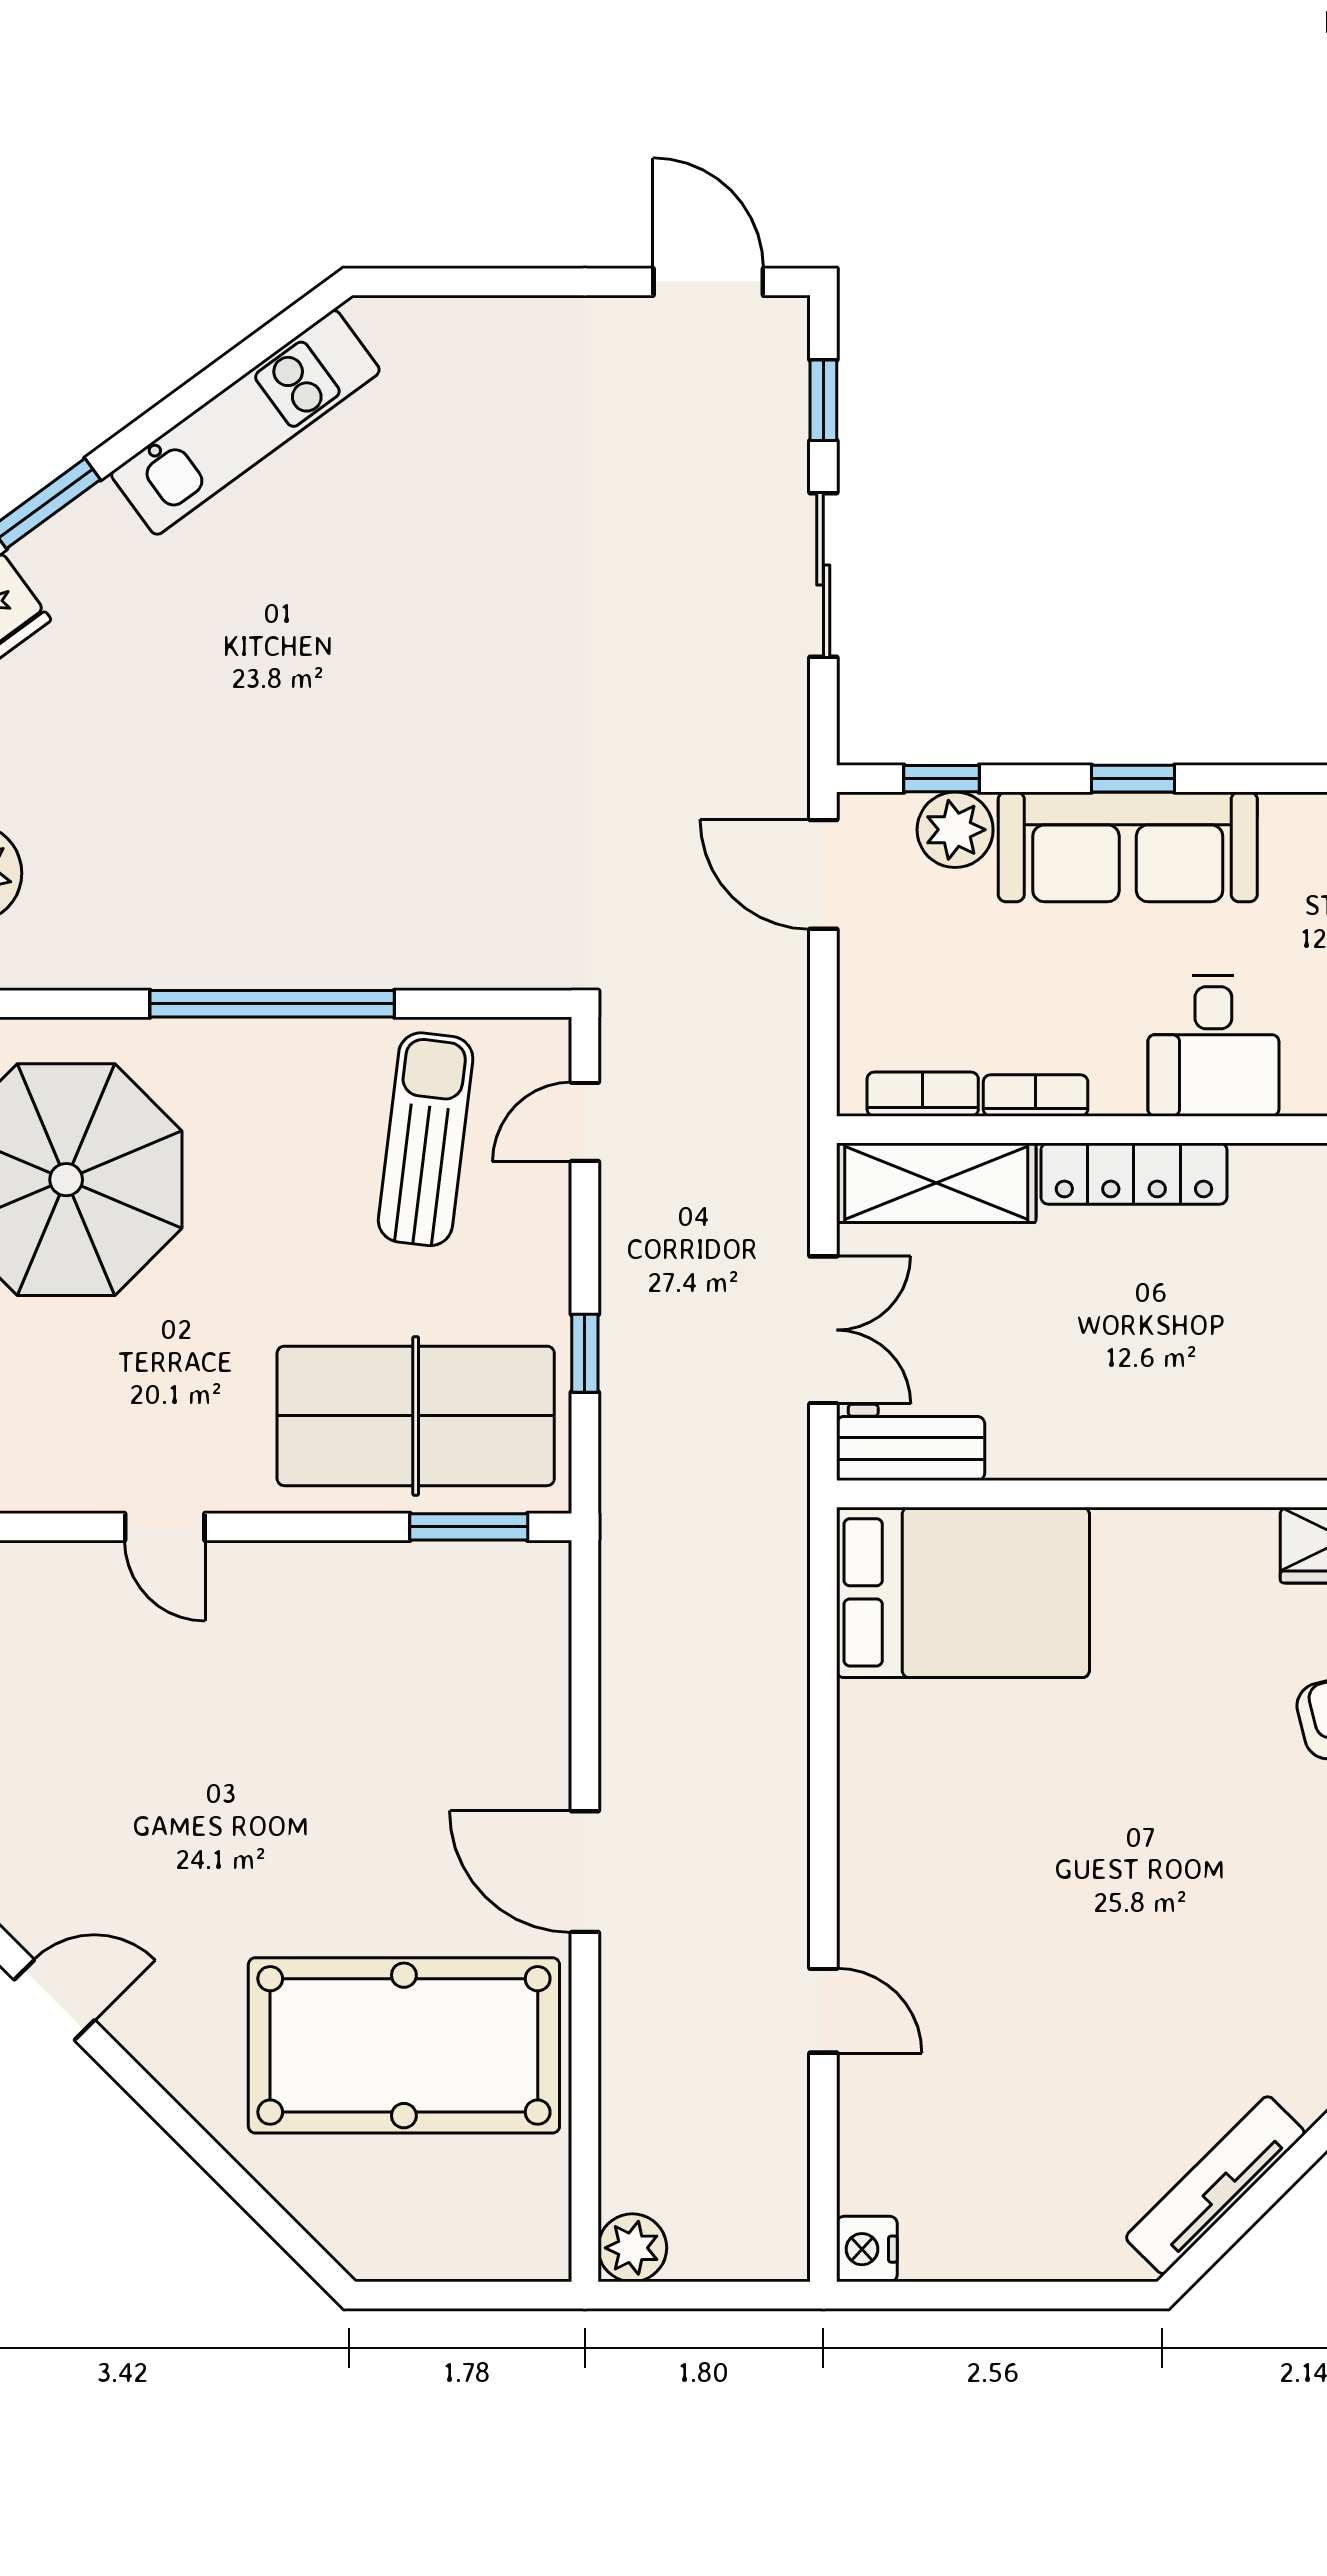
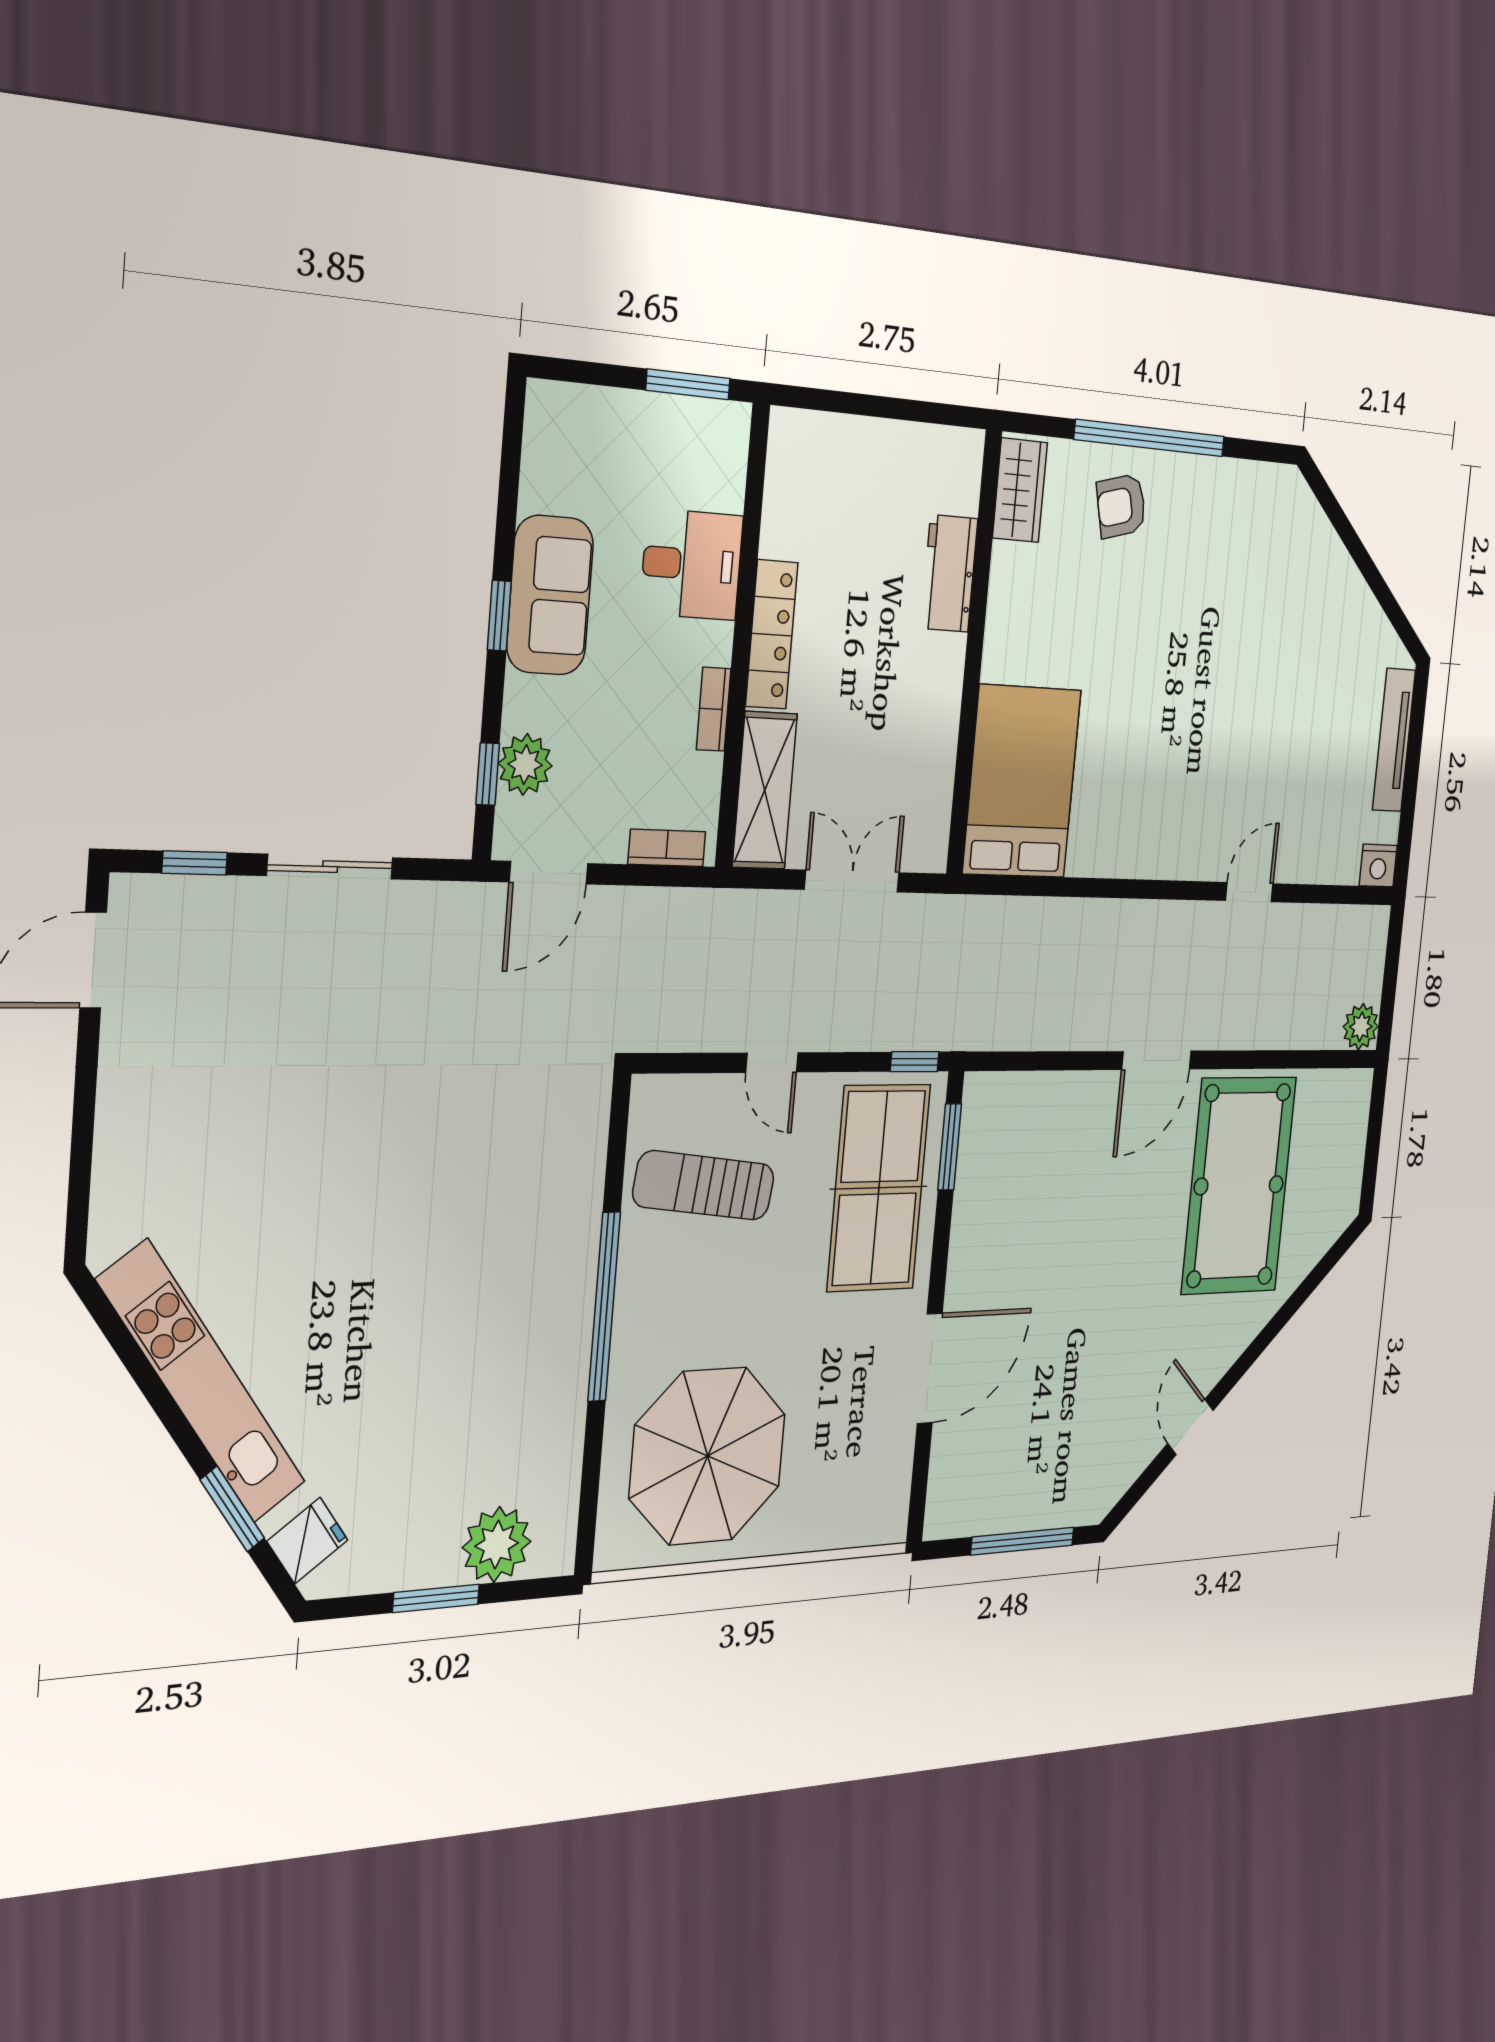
kitchen unit: (245, 422) -> (202, 1382), width x1.36
sofa: (1128, 847) -> (550, 595), width x0.73
bookcase: (923, 1094) -> (667, 848), moved, turned 90
door: (585, 1122) -> (772, 1063), moved
window: (585, 1353) -> (915, 1062), moved
workbench: (911, 1442) -> (949, 574), moved
door: (165, 1527) -> (930, 1368), width x1.87
tv unit: (1215, 2185) -> (1394, 740), moved, turned 45

